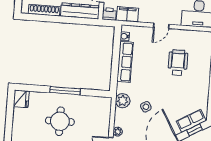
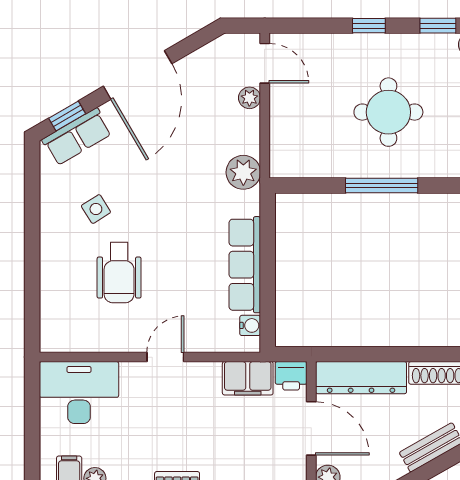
side table: (146, 107) -> (96, 209), moved

